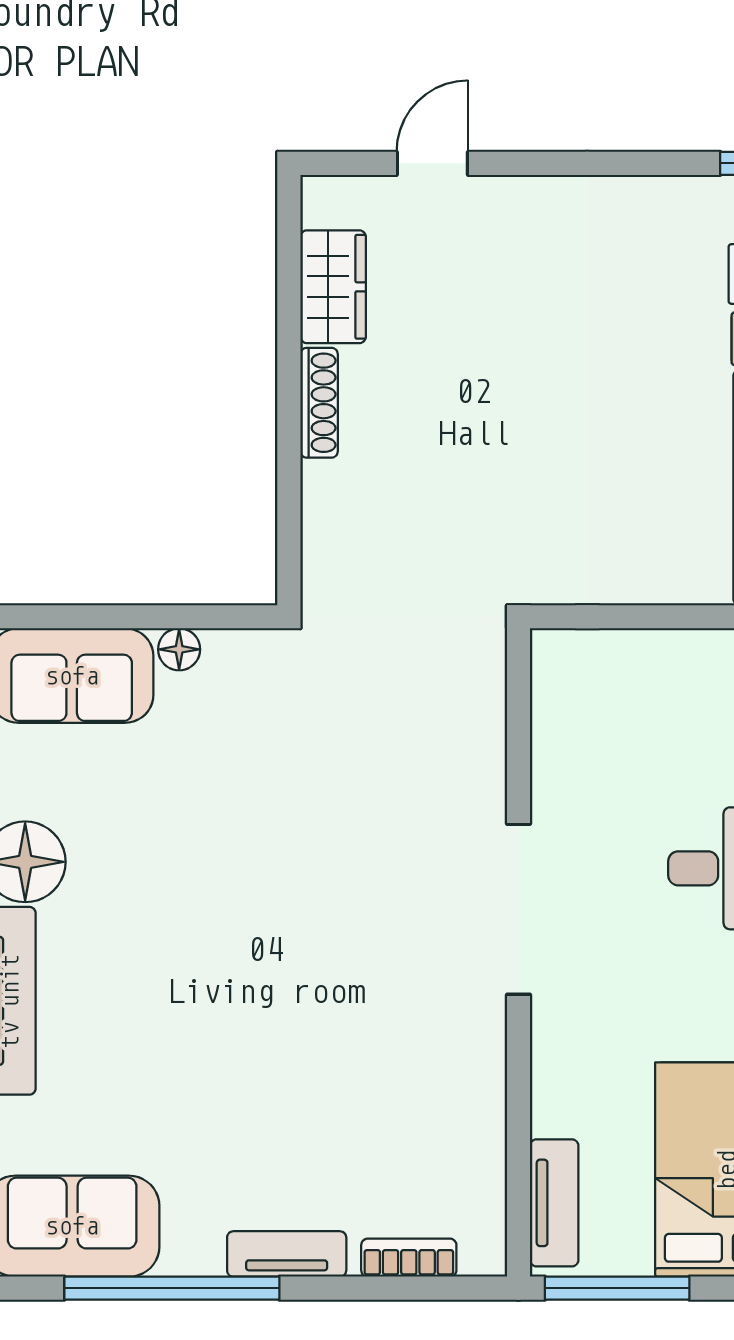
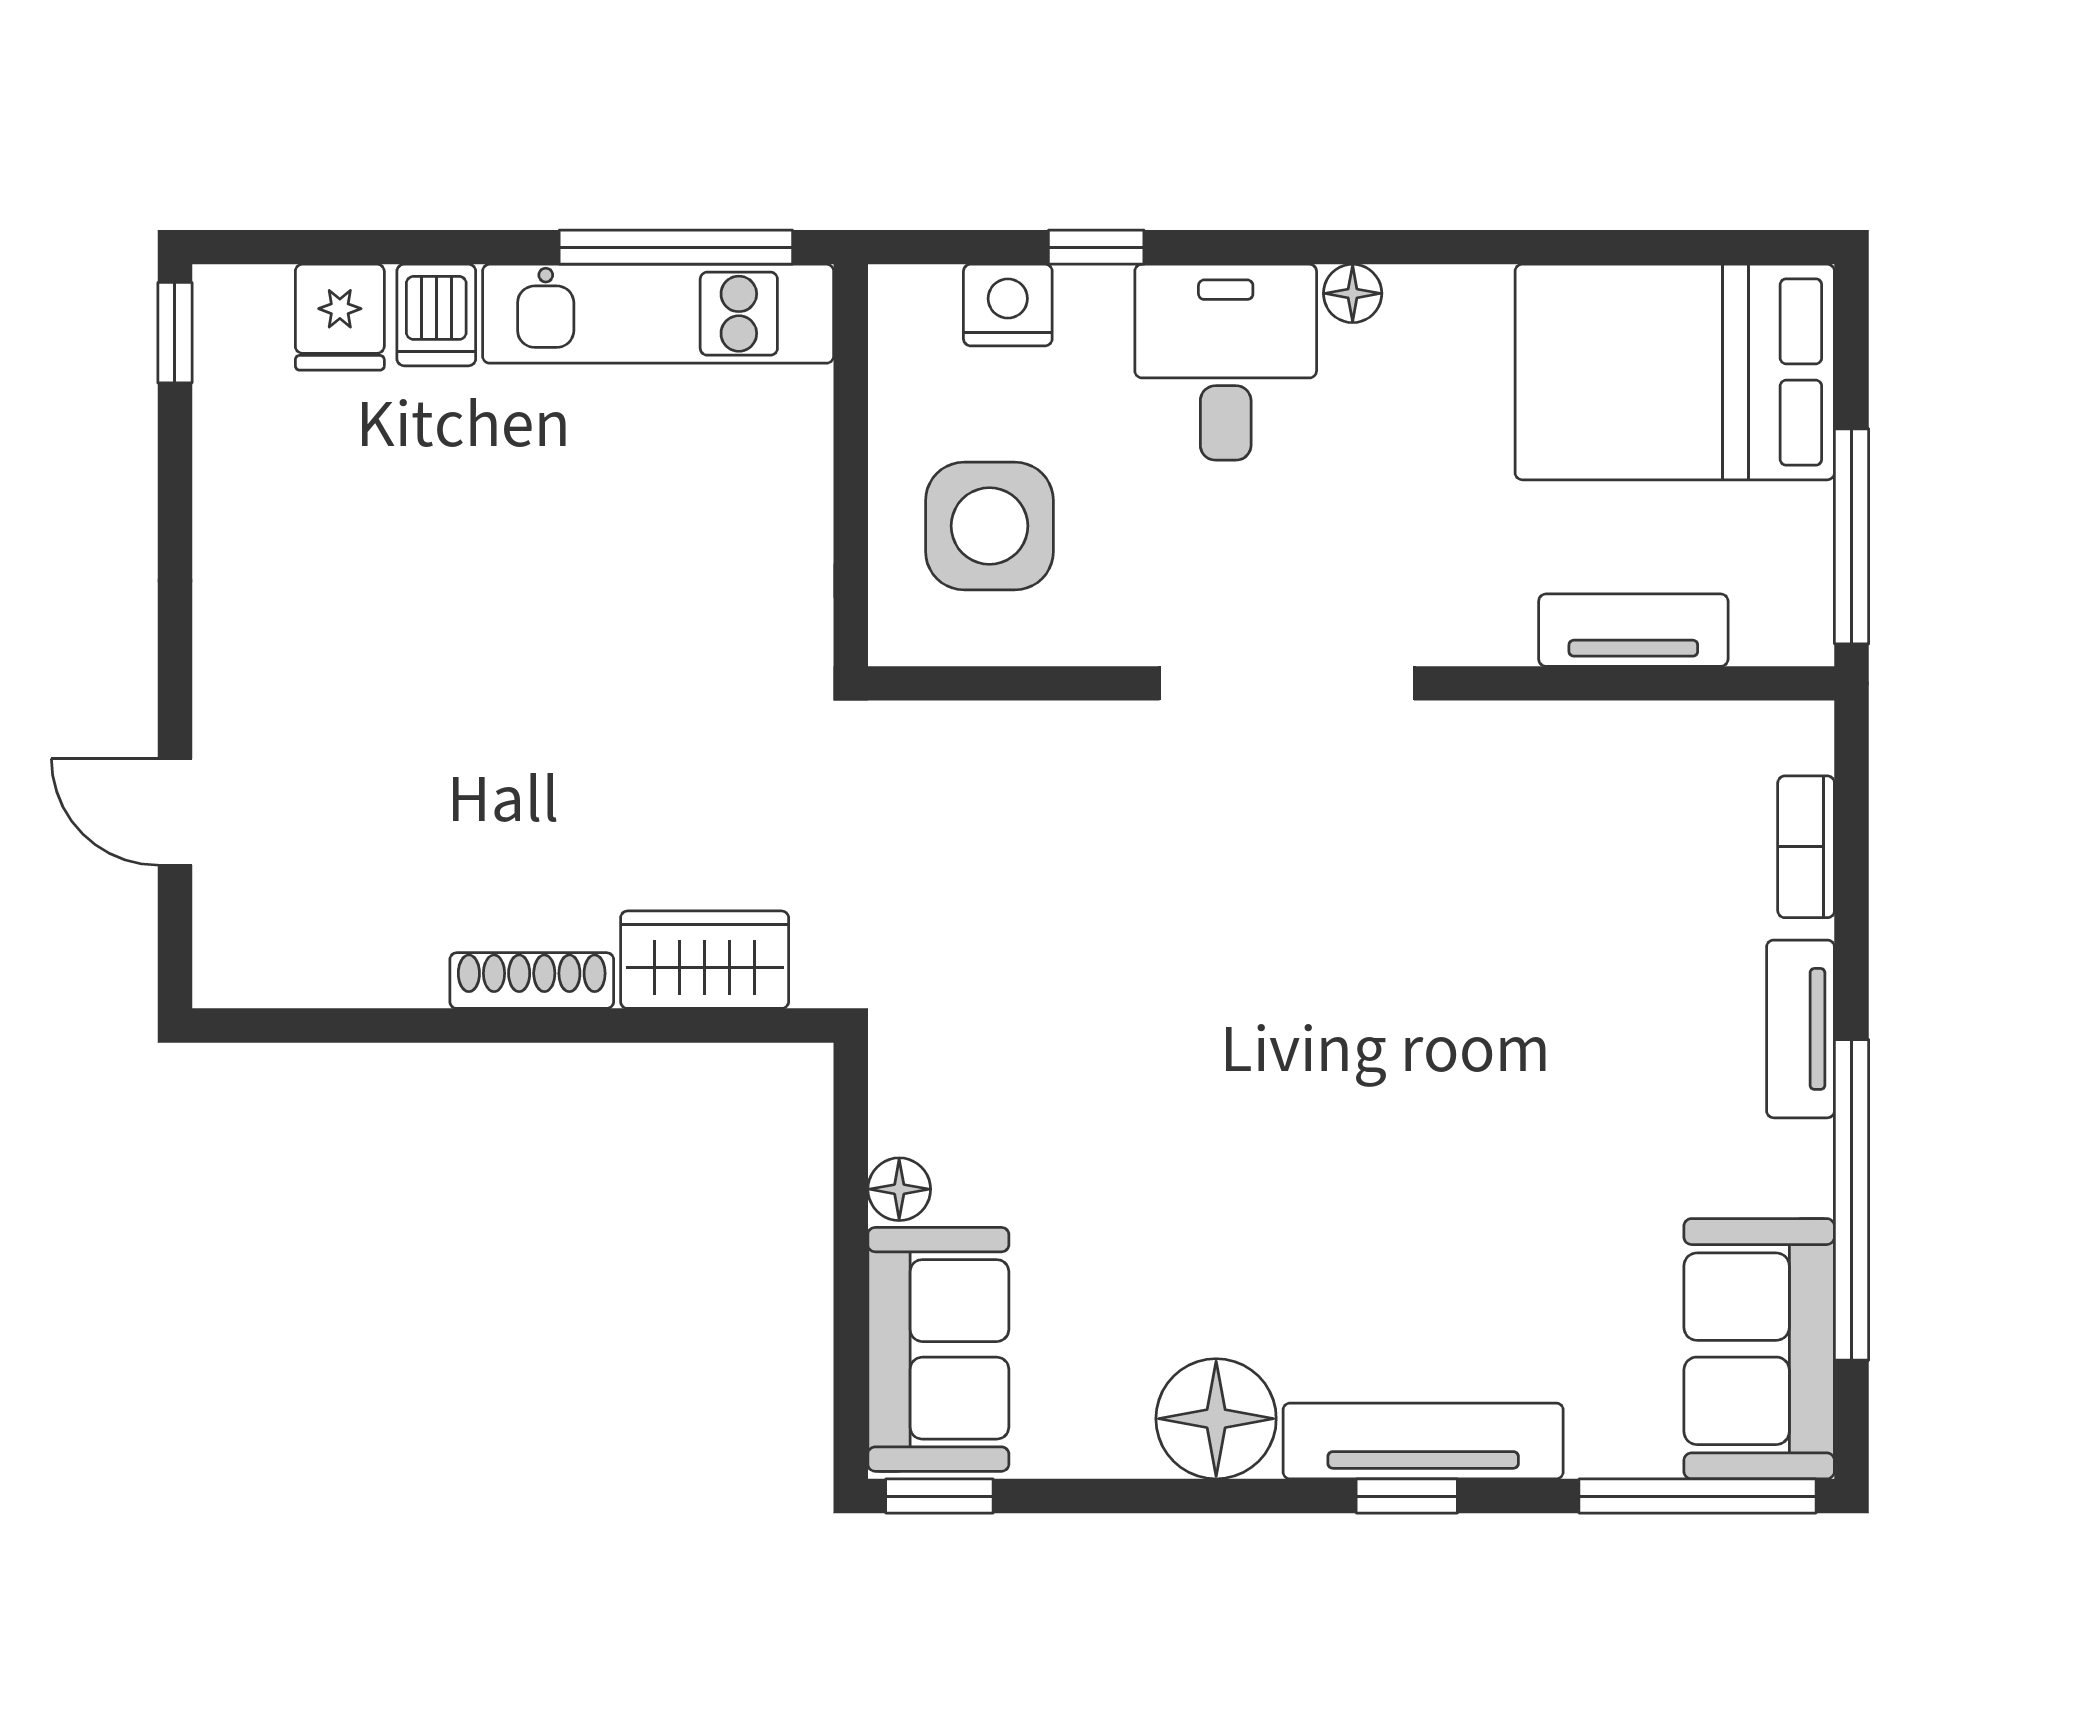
wardrobe: (333, 287) -> (705, 960), moved
side table: (624, 710) -> (989, 526), added
tv unit: (554, 1203) -> (1633, 630), moved

